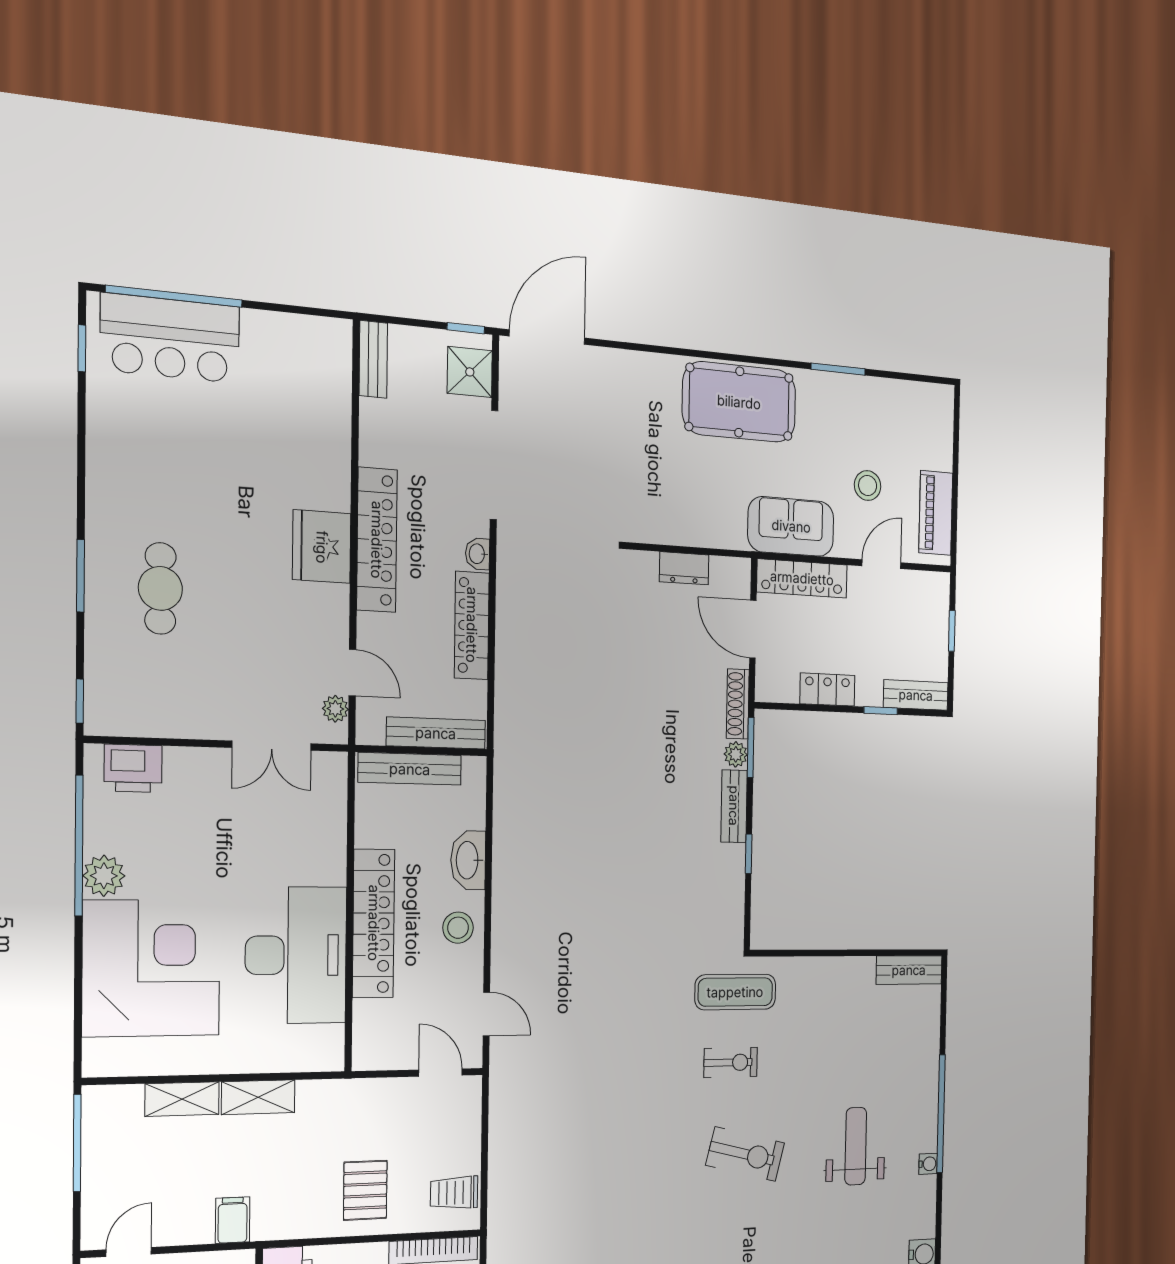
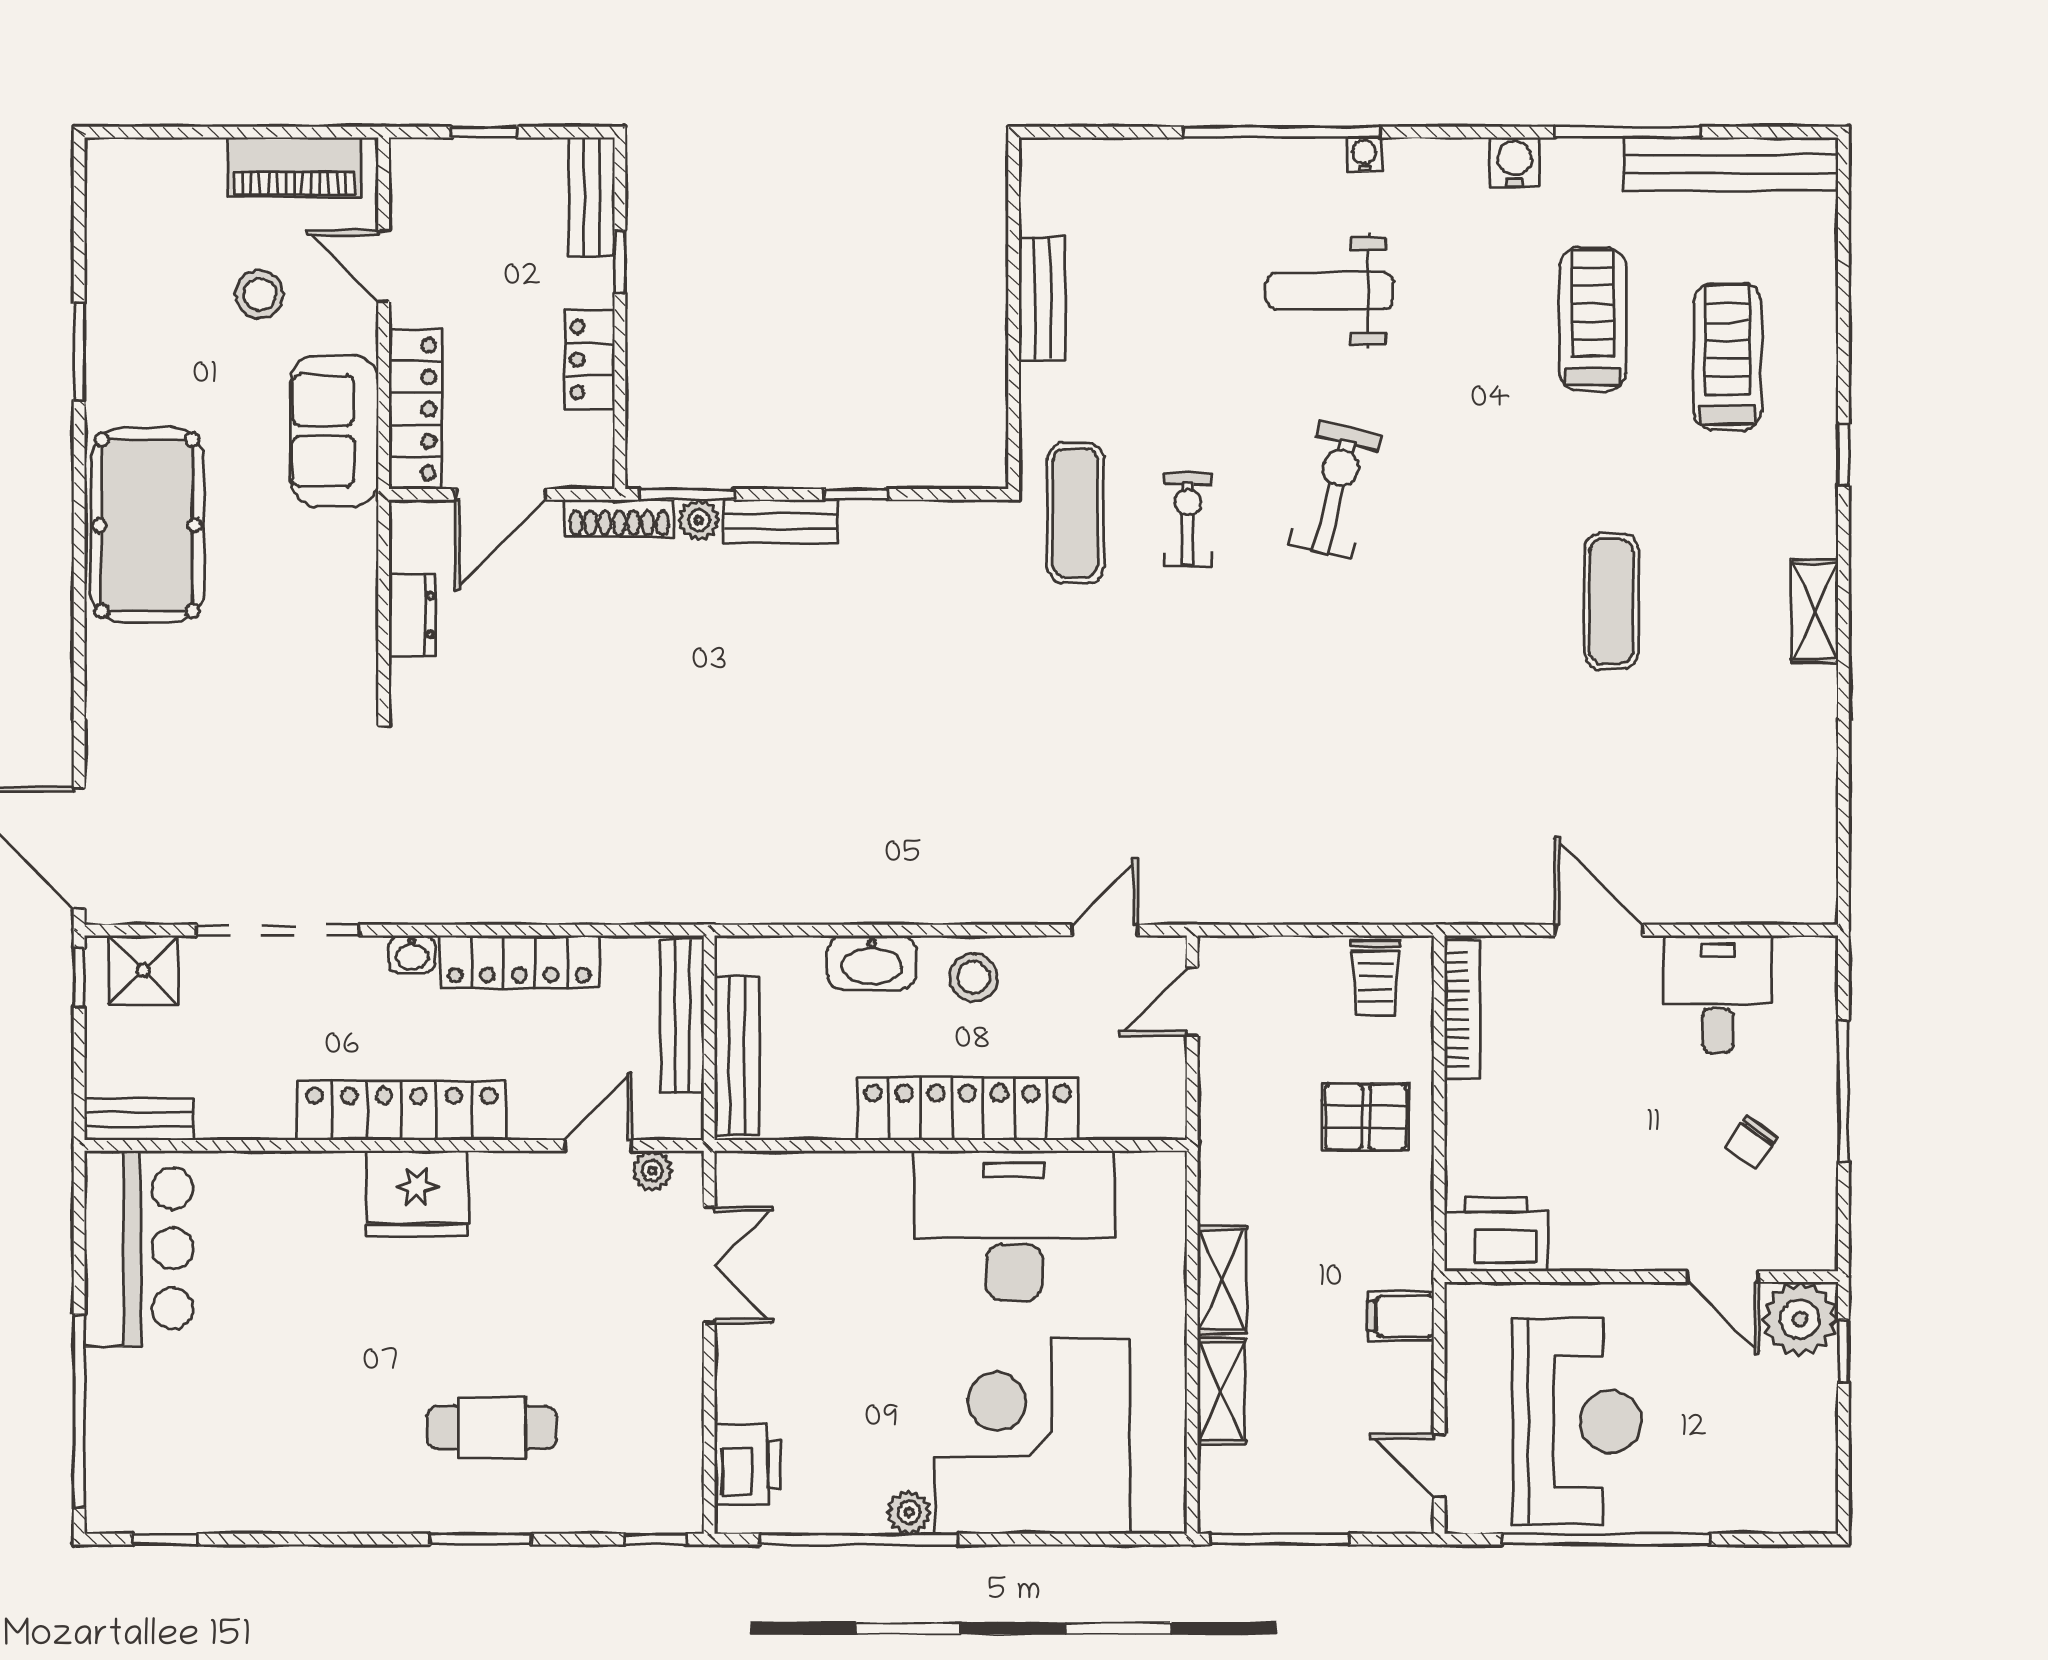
bar counter: (170, 338) -> (139, 1248), moved
plant: (104, 876) -> (909, 1512), width x0.73, depth x0.73
bench: (909, 970) -> (1042, 298), moved

